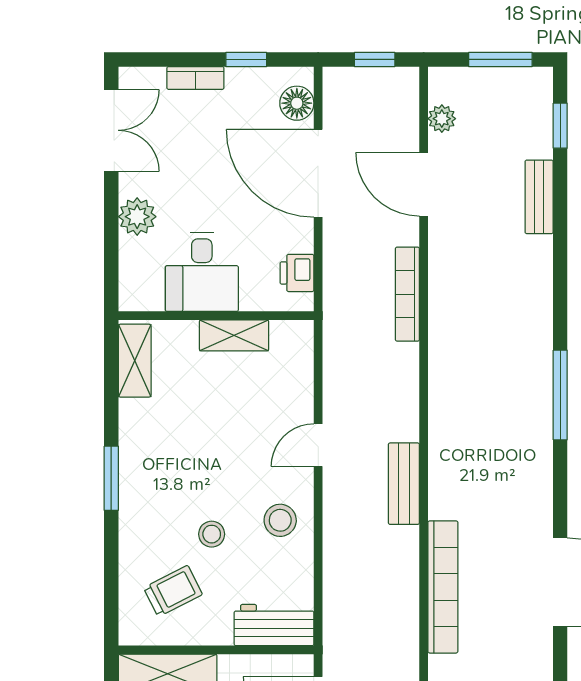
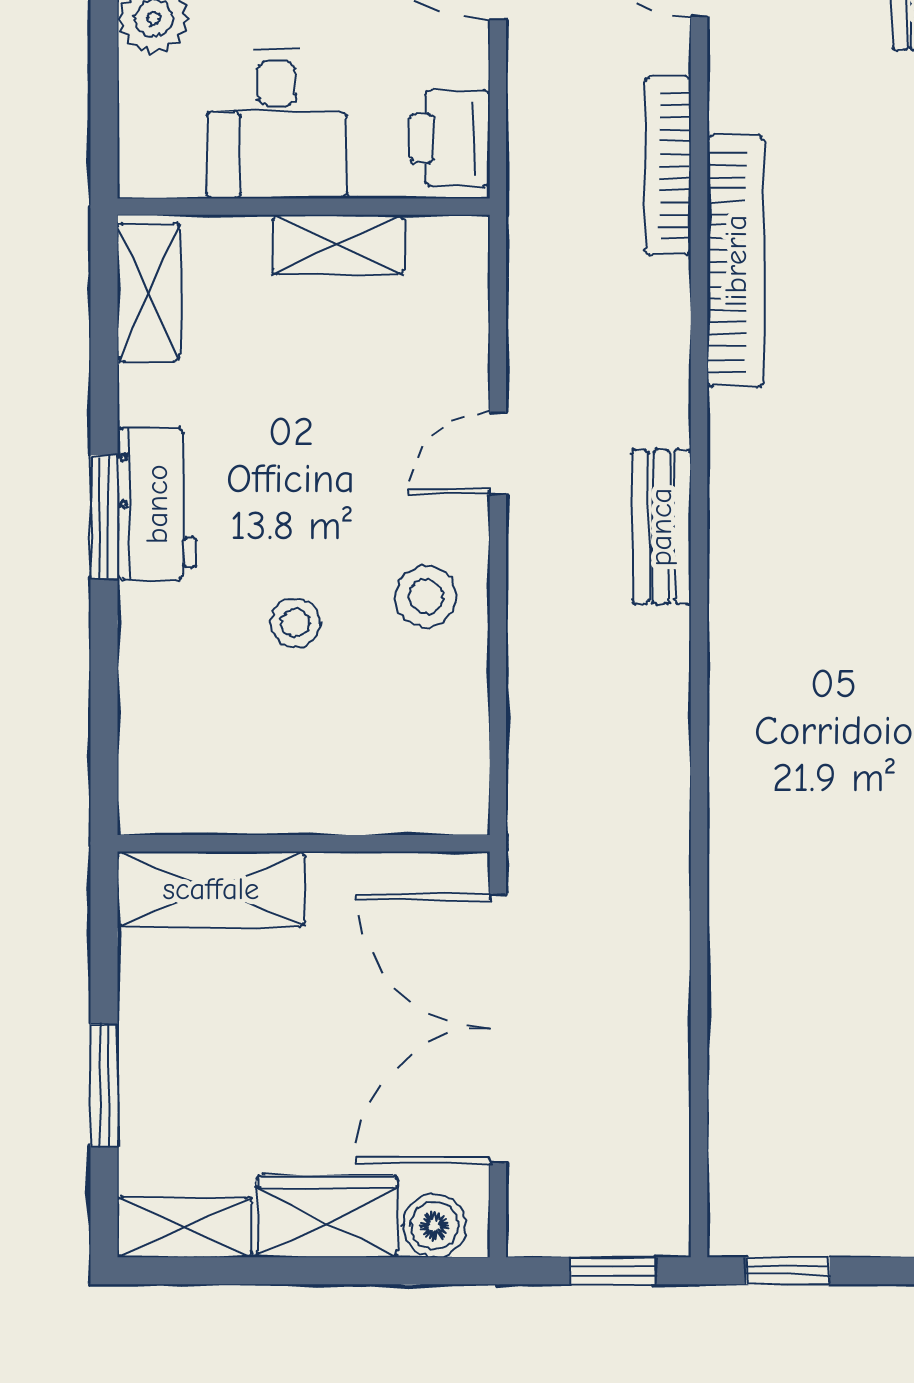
printer: (297, 273) -> (450, 138), width x1.36, depth x1.24
bookcase: (443, 587) -> (736, 261), moved
trolley: (173, 591) -> (221, 731), removed
workbench: (274, 625) -> (157, 504), moved, turned 90

